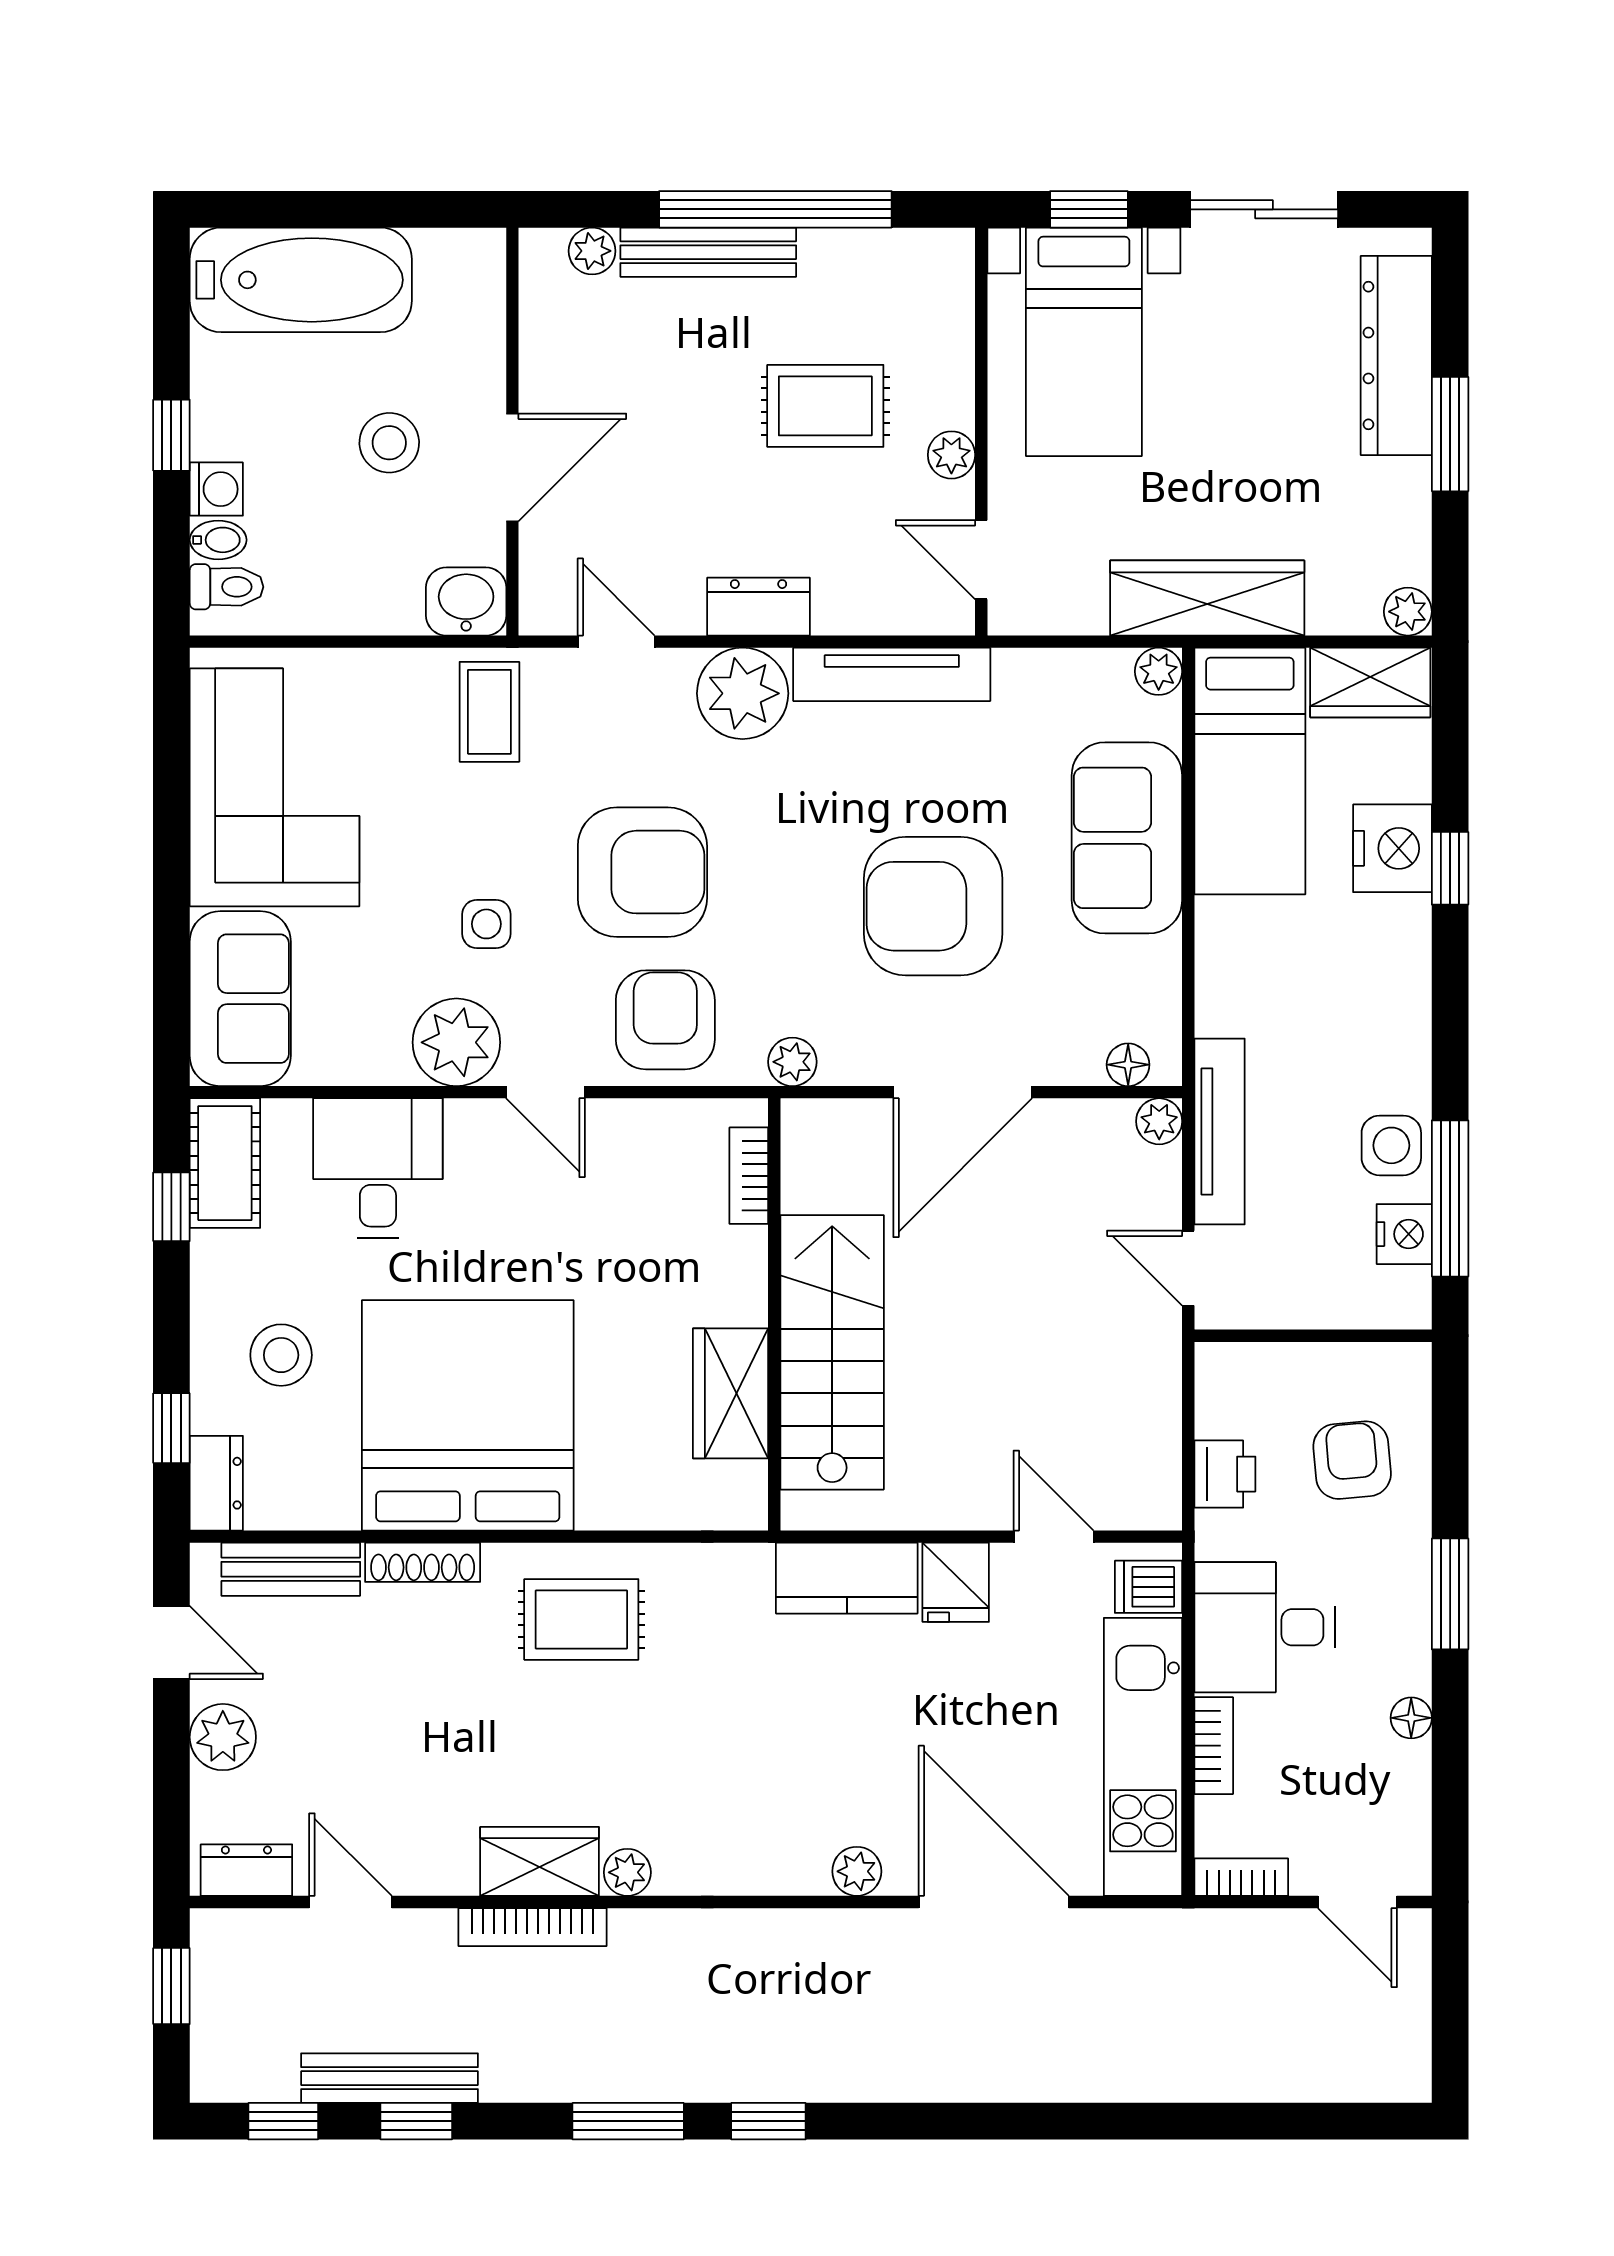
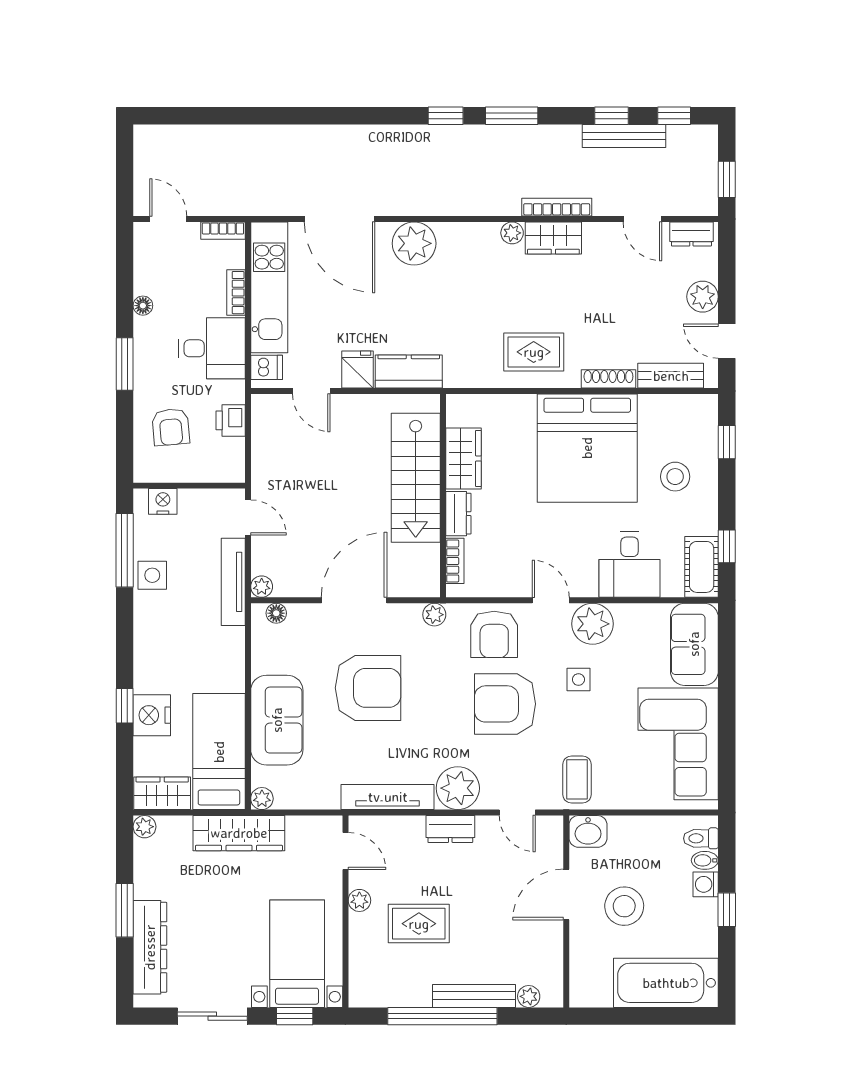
stool: (389, 443) -> (624, 906), width x1.38, depth x1.38
nightstand: (1404, 1234) -> (163, 501), moved, turned 90
dresser: (216, 1483) -> (458, 514), moved, turned 180
plant: (857, 1871) -> (414, 243), width x1.88, depth x1.88

